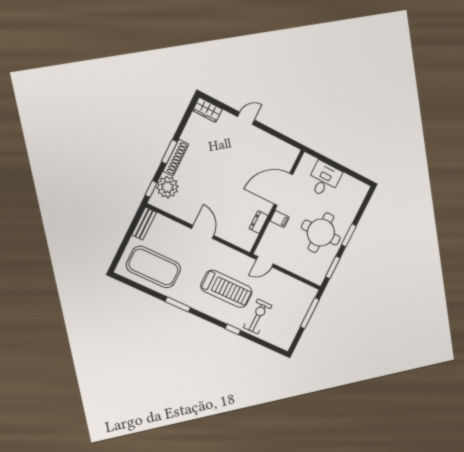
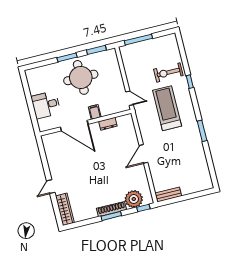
wardrobe: (207, 110) -> (65, 209), width x1.50
door: (246, 118) -> (51, 187), hinge flipped
exercise mat: (153, 267) -> (191, 166), removed

